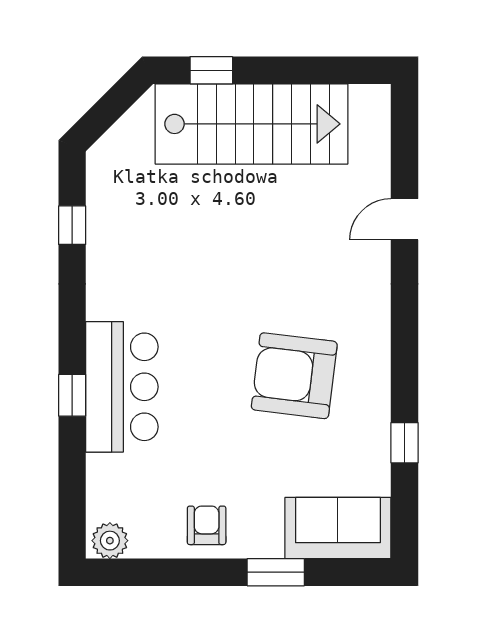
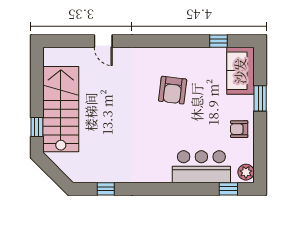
armchair: (294, 376) -> (173, 90), width x0.73, depth x0.73
bar counter: (122, 387) -> (201, 167), moved
window: (72, 395) -> (228, 189), moved
window: (404, 443) -> (218, 41), moved

